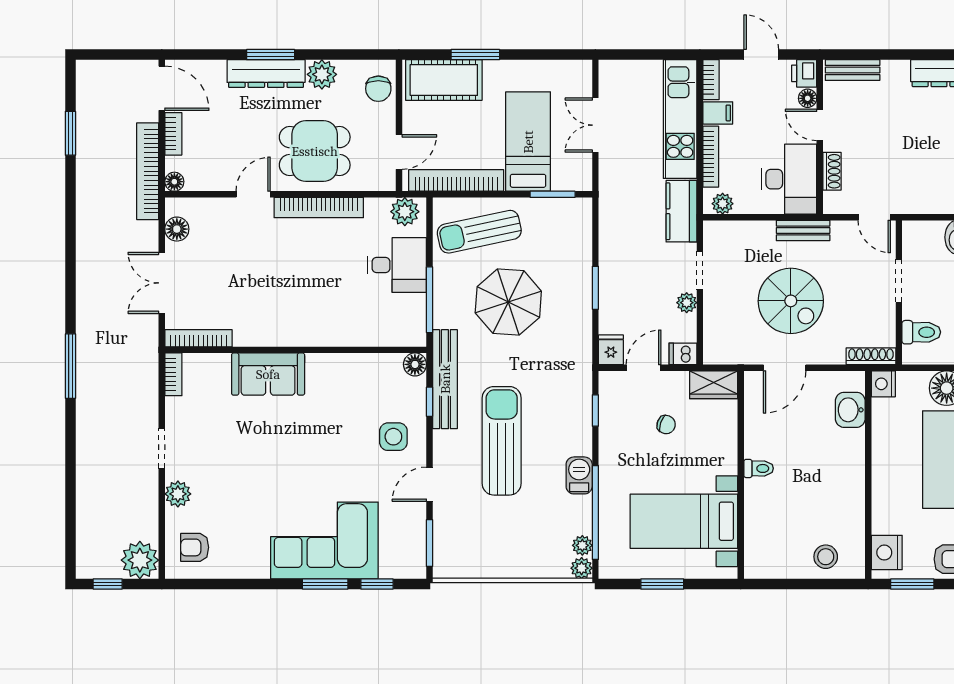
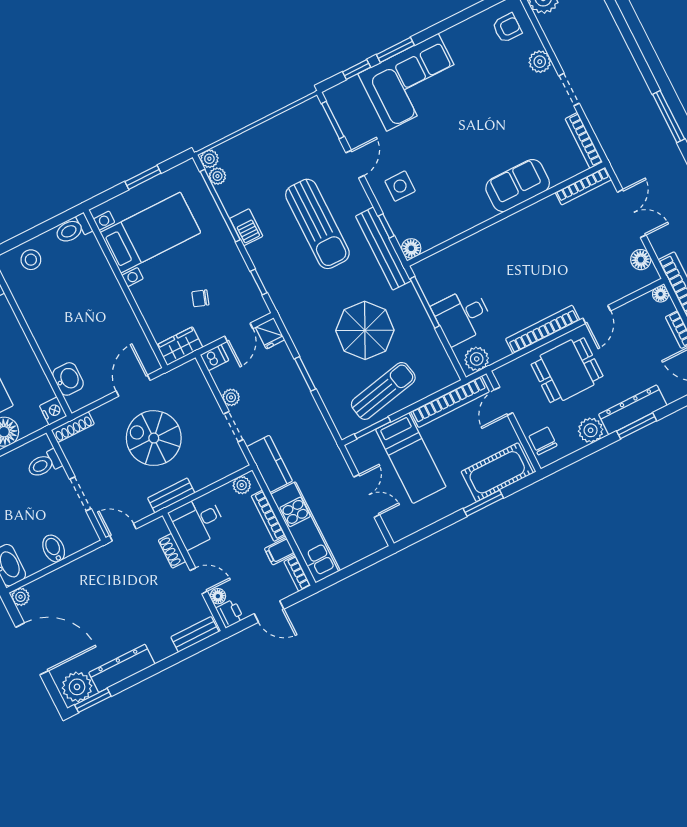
desk: (789, 179) -> (197, 522), width x0.73
sun lounger: (479, 232) -> (383, 391), moved
bookcase: (173, 374) -> (584, 141), width x1.56
toilet: (759, 468) -> (73, 229), moved, width x1.37, depth x1.39

